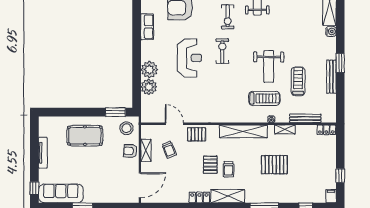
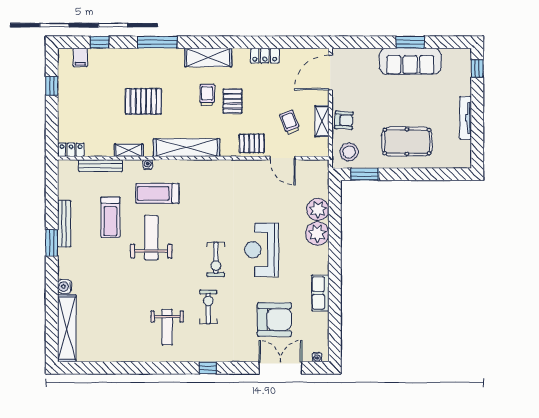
sofa: (61, 193) -> (410, 61), moved
filing cabinet: (331, 196) -> (80, 57), moved
locker: (199, 197) -> (265, 56), moved

